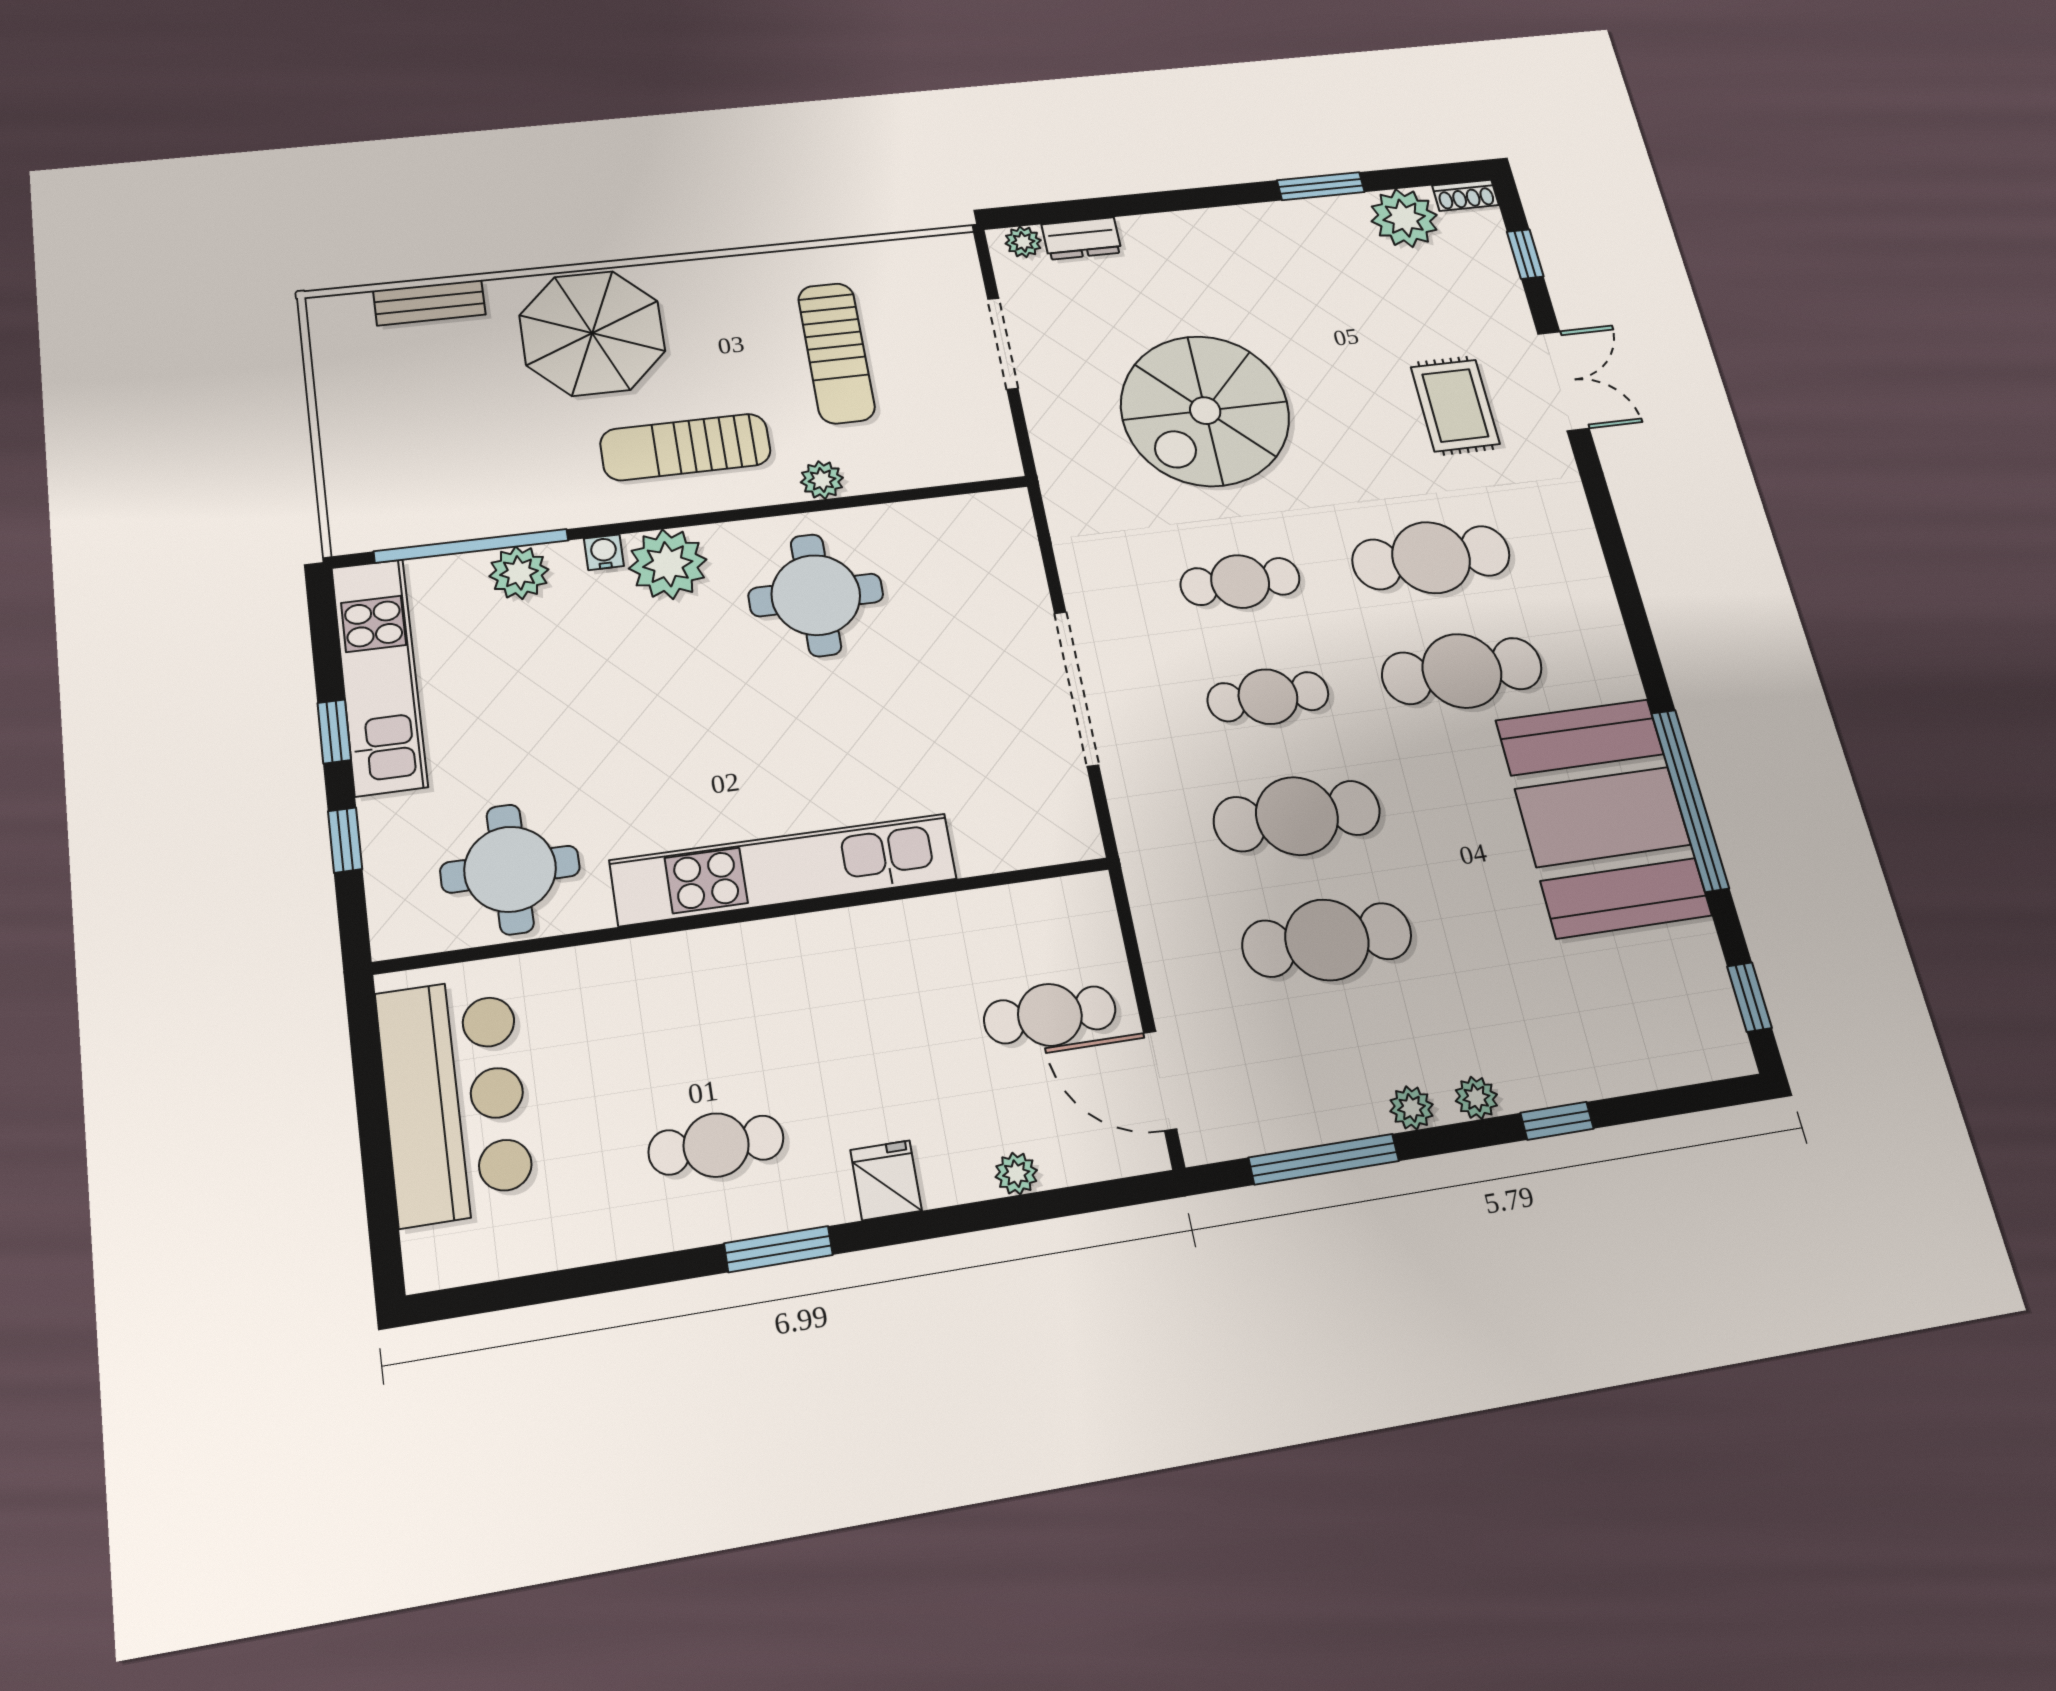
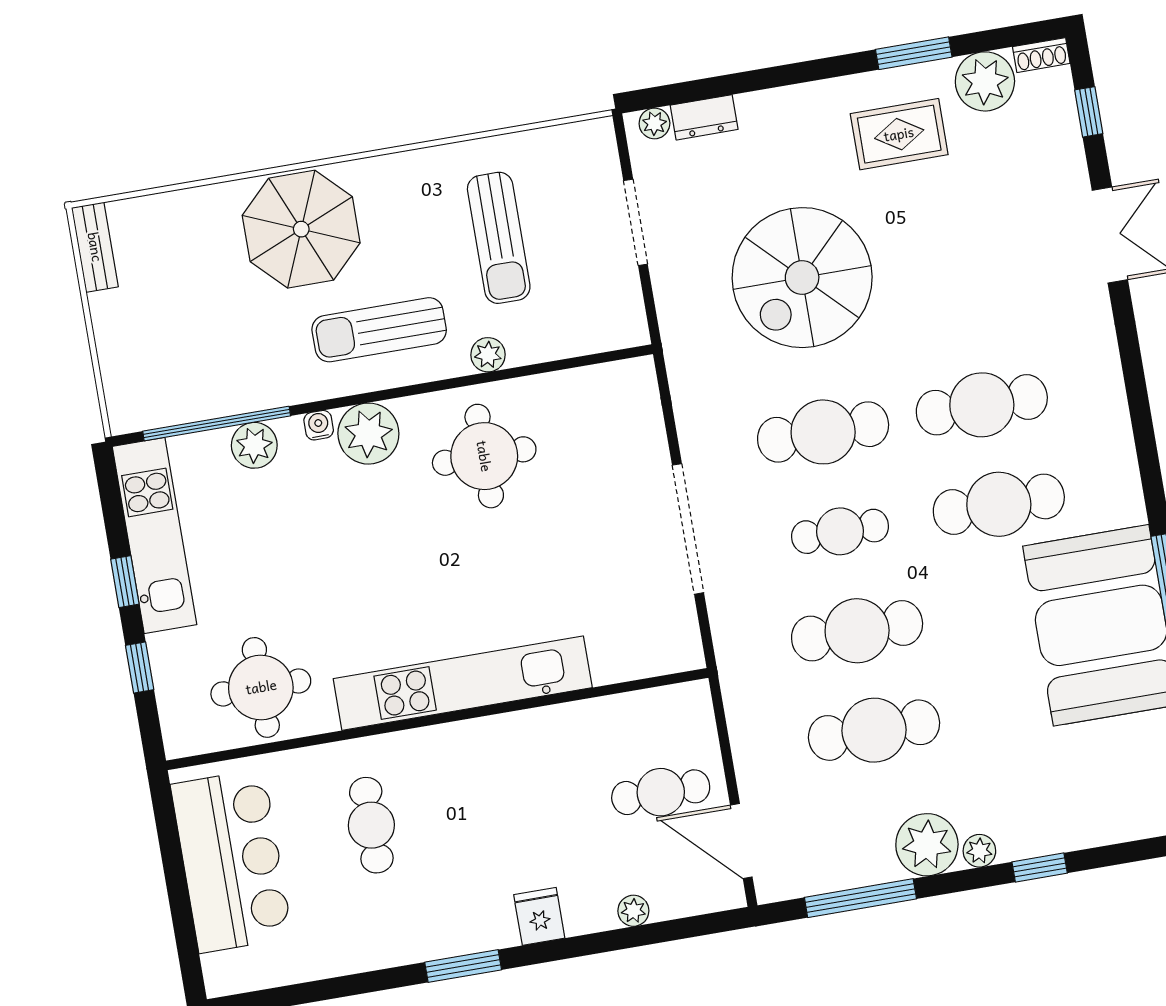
bench: (429, 303) -> (95, 247), moved, turned 90
rug: (1455, 405) -> (899, 134), moved, turned 90
cafe table: (1240, 581) -> (823, 432), width x1.37, depth x1.35
plant: (1411, 1108) -> (927, 845), width x1.88, depth x1.88
cafe table: (716, 1145) -> (371, 825), moved, turned 90

